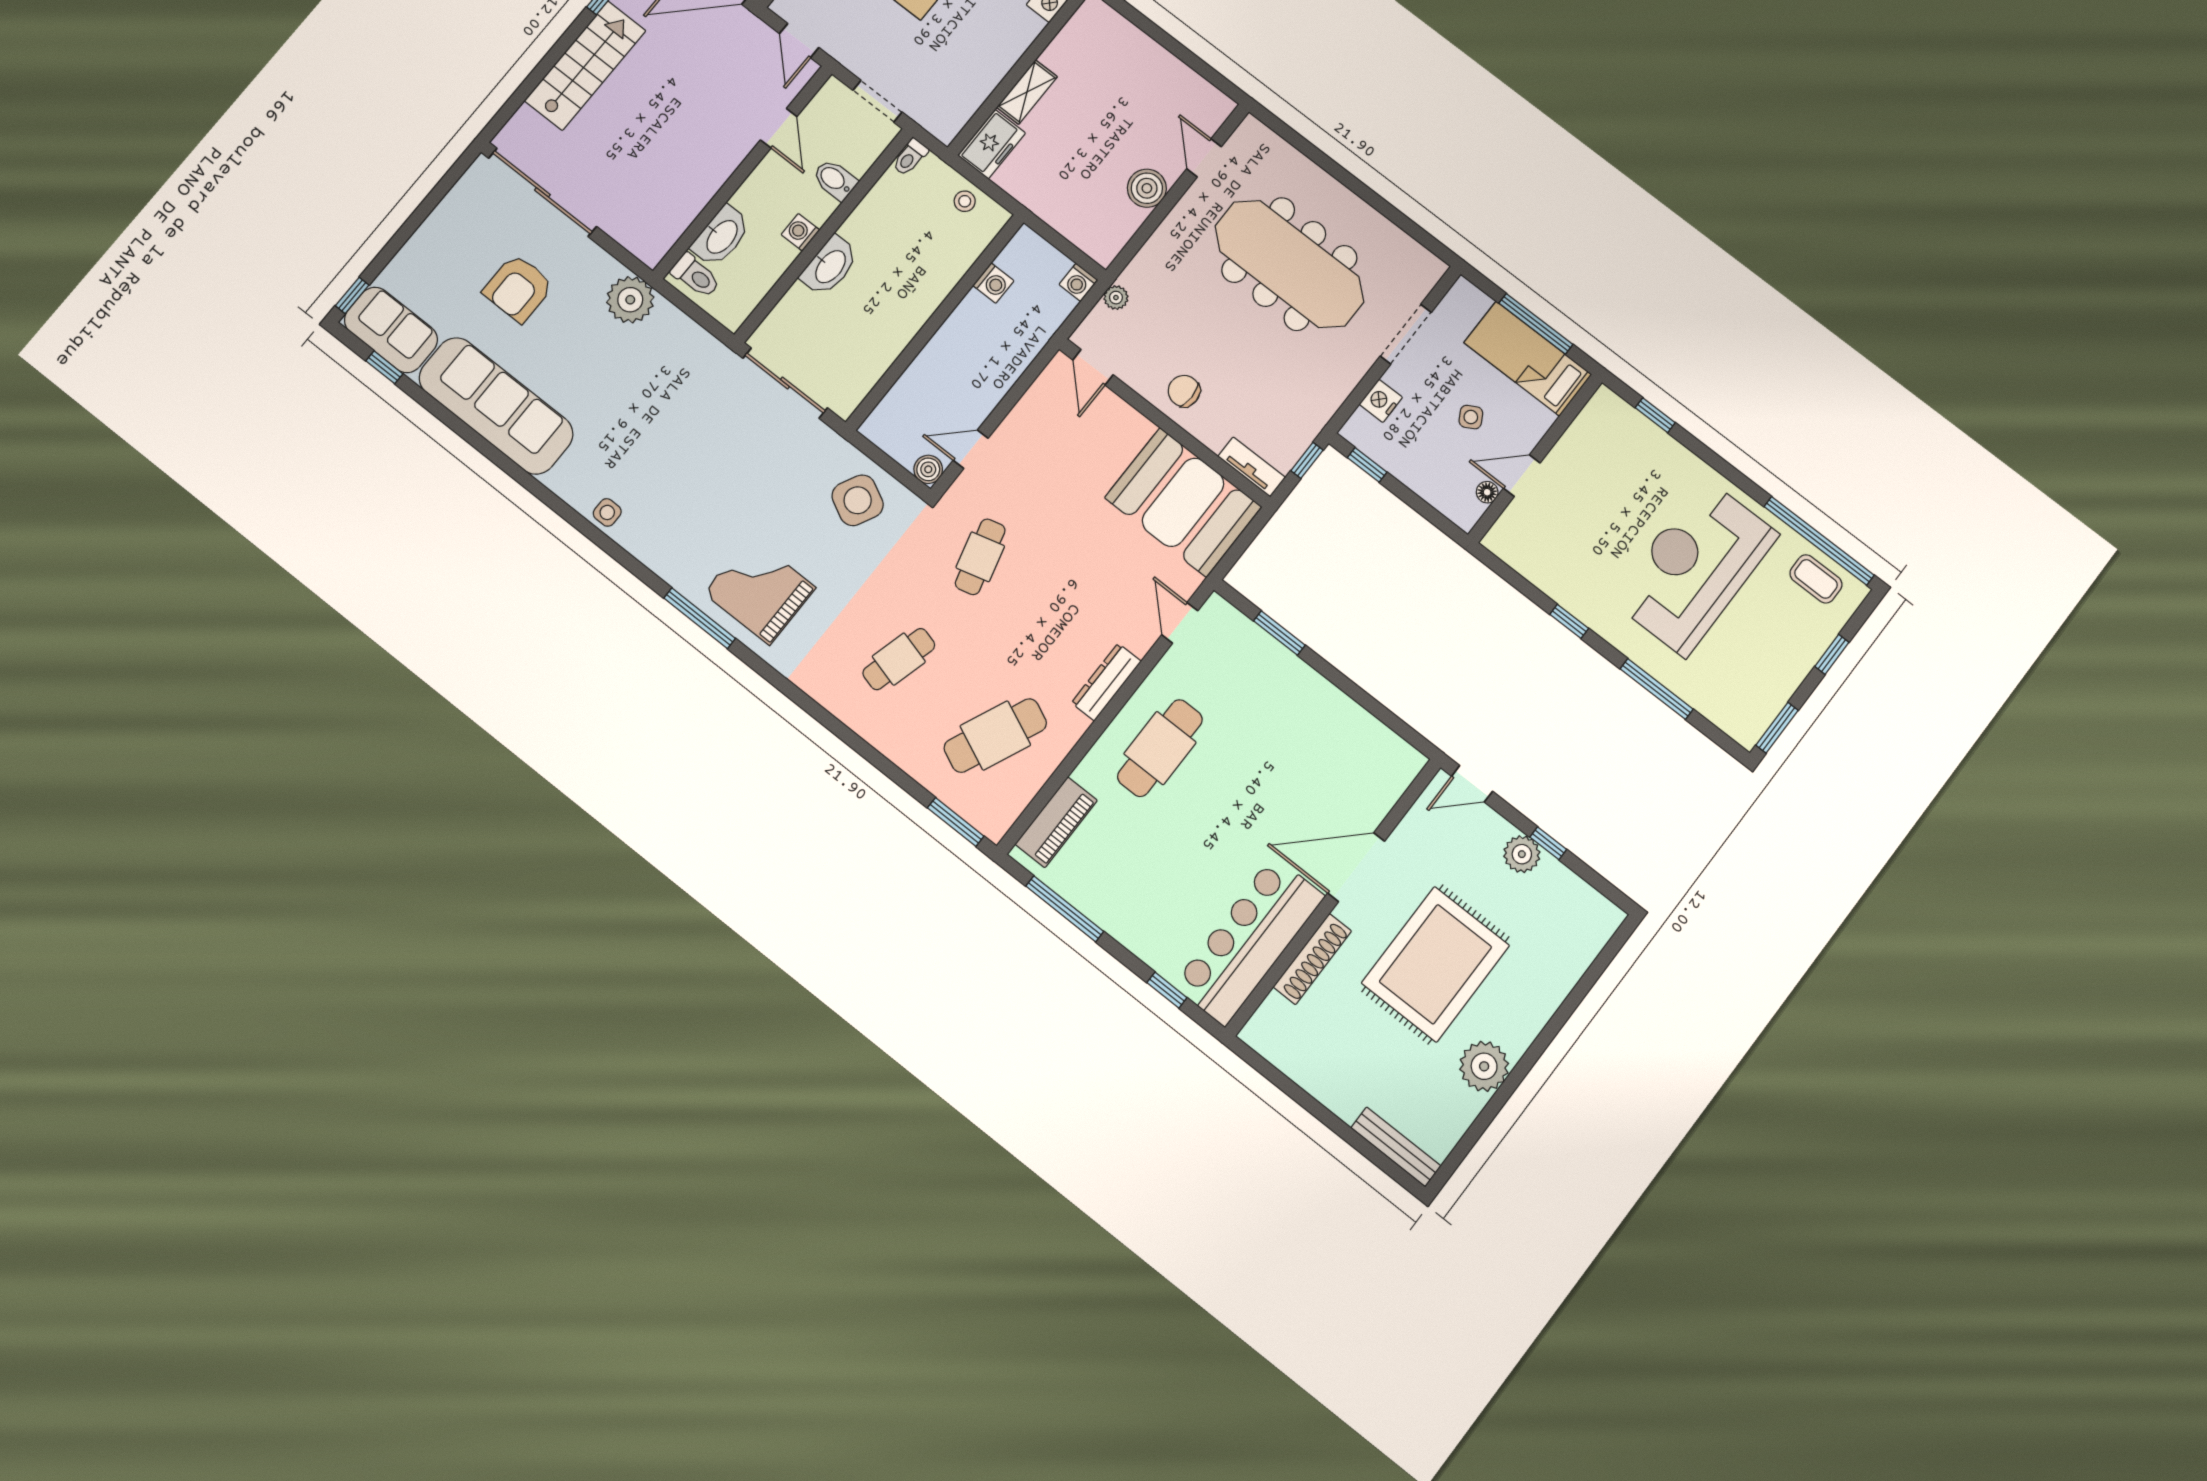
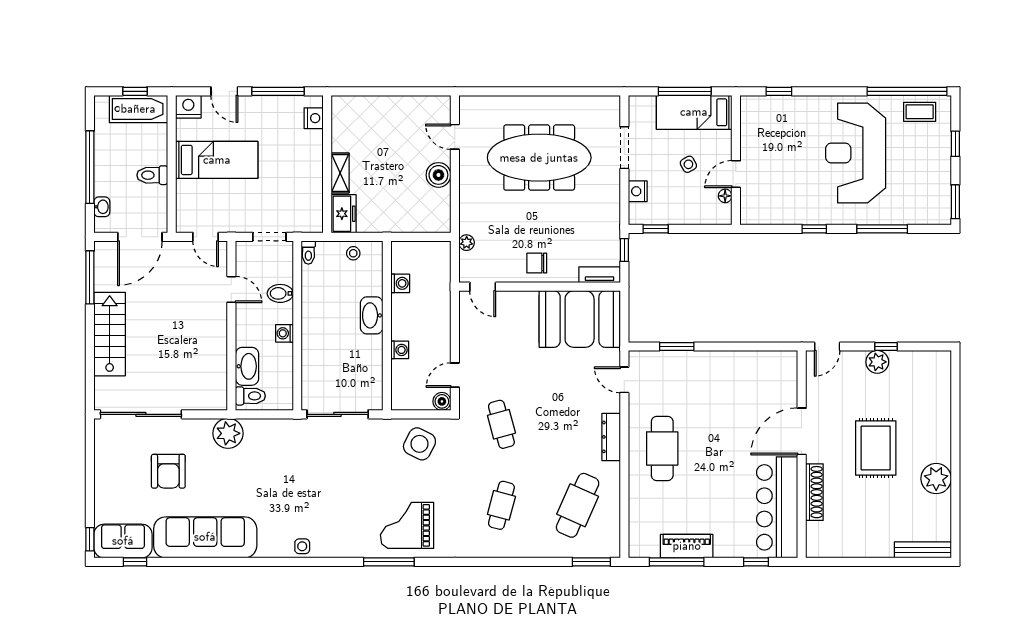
washbasin: (830, 266) -> (372, 315), moved, turned 180
washing machine: (1078, 282) -> (400, 350), moved, turned -90
piano: (1056, 822) -> (687, 546), moved, turned -90
rug: (1435, 964) -> (876, 448), width x0.73, depth x0.69

